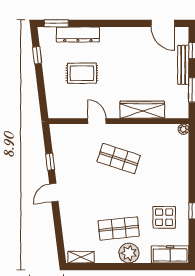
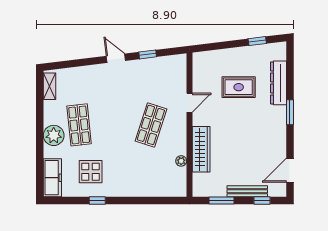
window: (56, 23) -> (290, 112), moved
rug: (82, 73) -> (239, 87), turned 90
plant: (183, 129) -> (181, 161), moved

